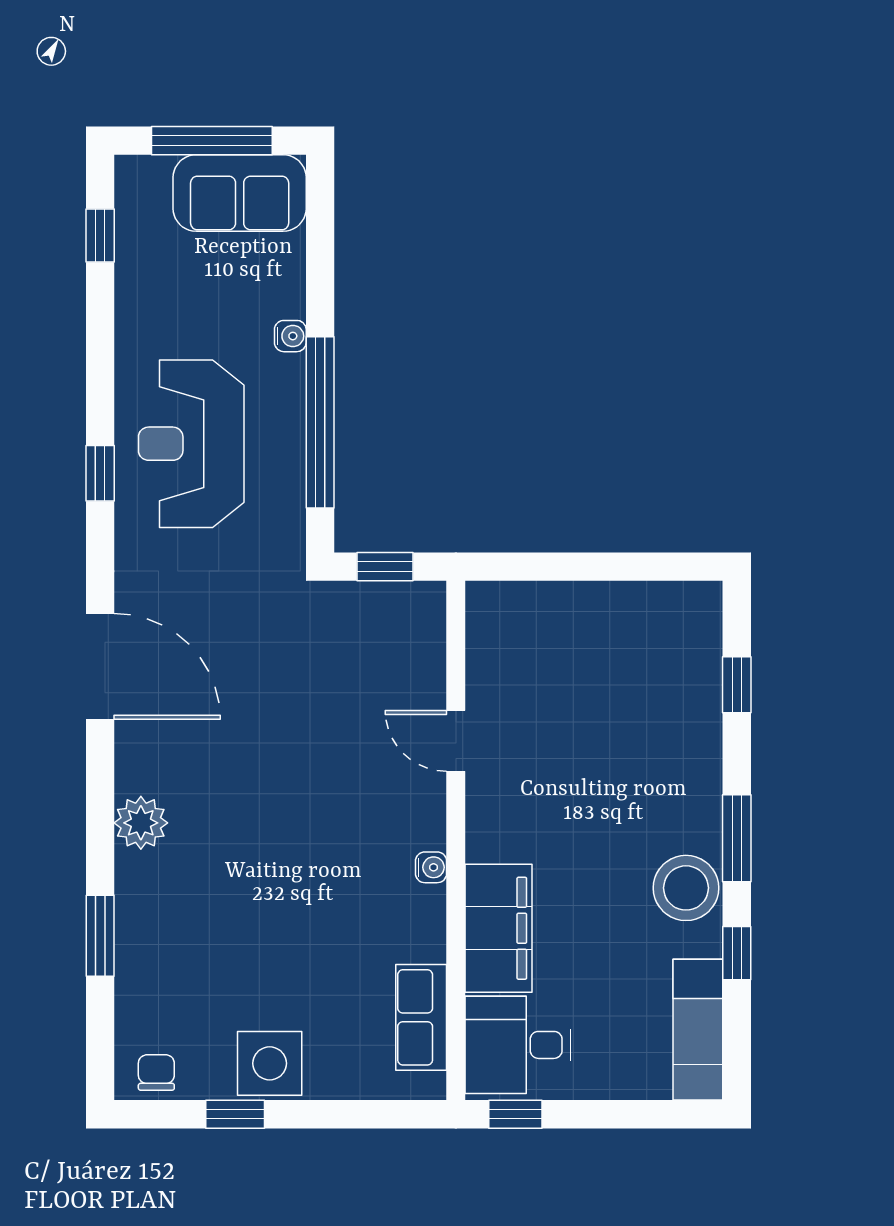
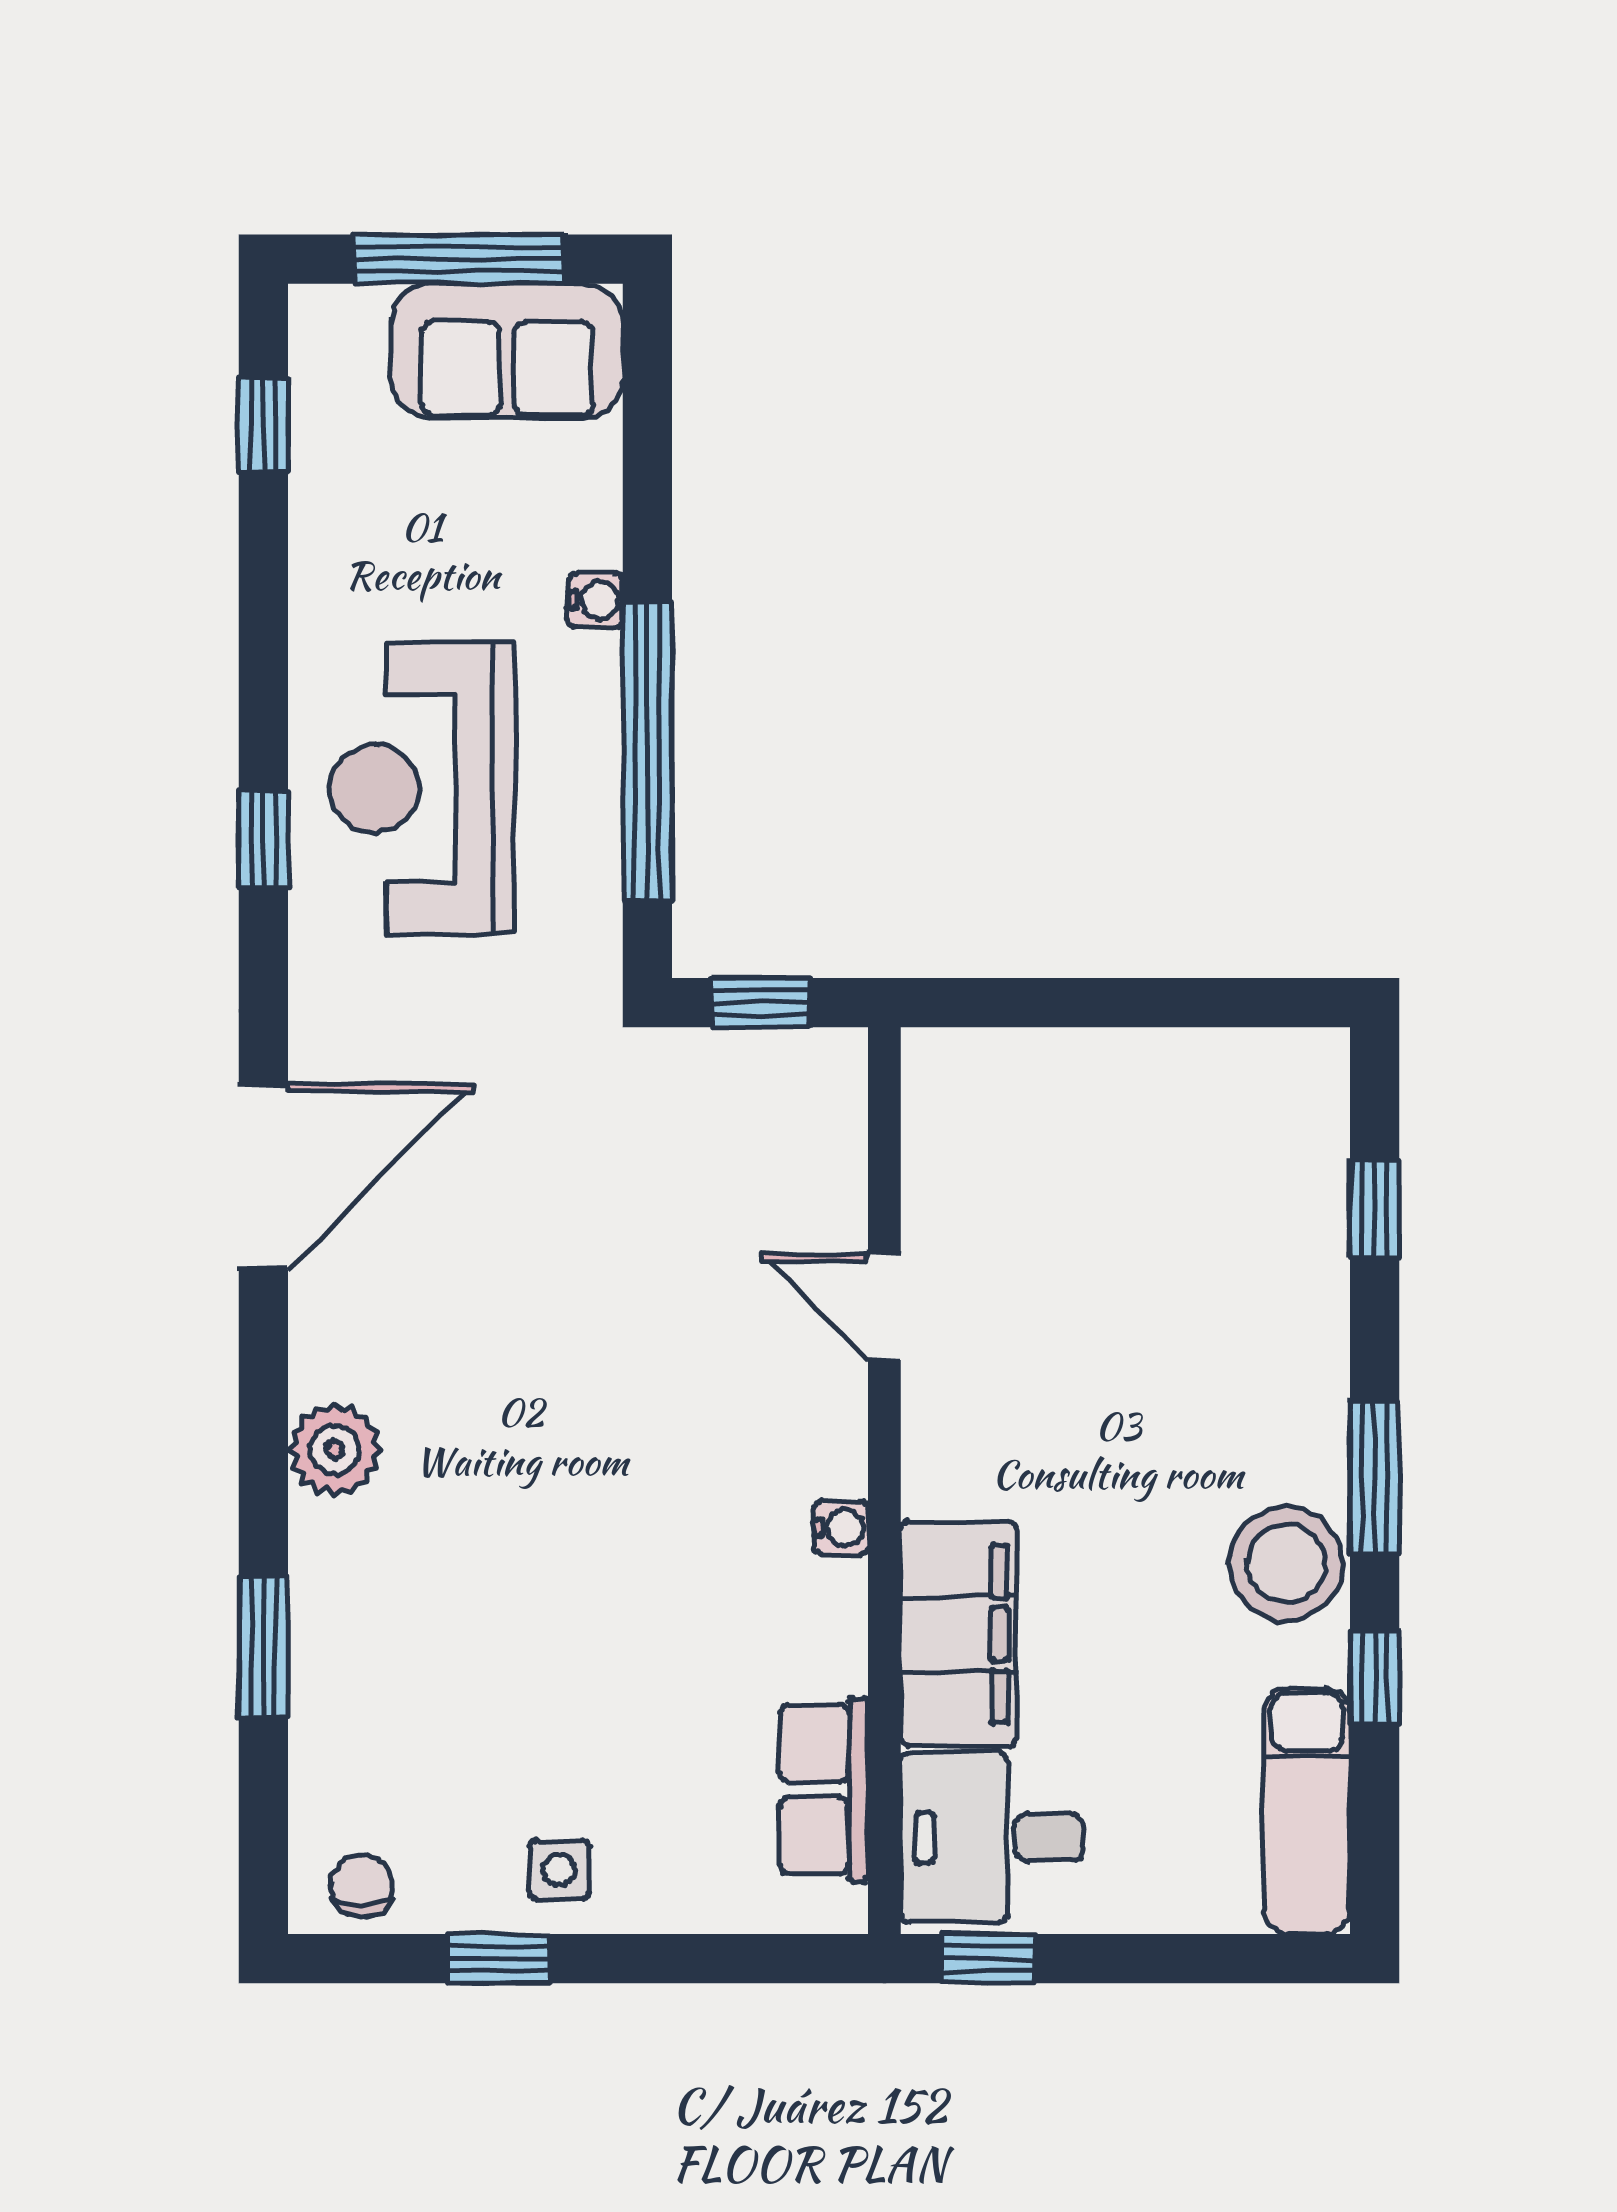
door: (100, 666) -> (263, 1177), hinge flipped
side table: (270, 1063) -> (559, 1870), width x0.54, depth x0.54

